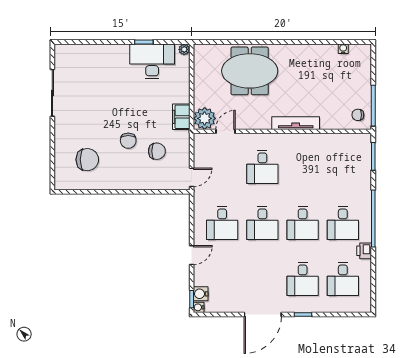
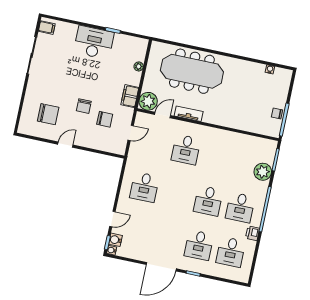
plant: (184, 49) -> (139, 66), moved
filing cabinet: (63, 55) -> (47, 28), added
desk: (152, 61) -> (94, 42), moved
meeting table: (250, 71) -> (192, 71), width x1.36
chair: (358, 115) -> (277, 113), moved
tv unit: (296, 123) -> (189, 114), moved, width x0.71
plant: (361, 174) -> (263, 172), added
door: (192, 177) -> (131, 133), moved
door: (116, 192) -> (65, 145), added
desk: (262, 223) -> (176, 194), removed
door: (192, 255) -> (112, 219), moved

